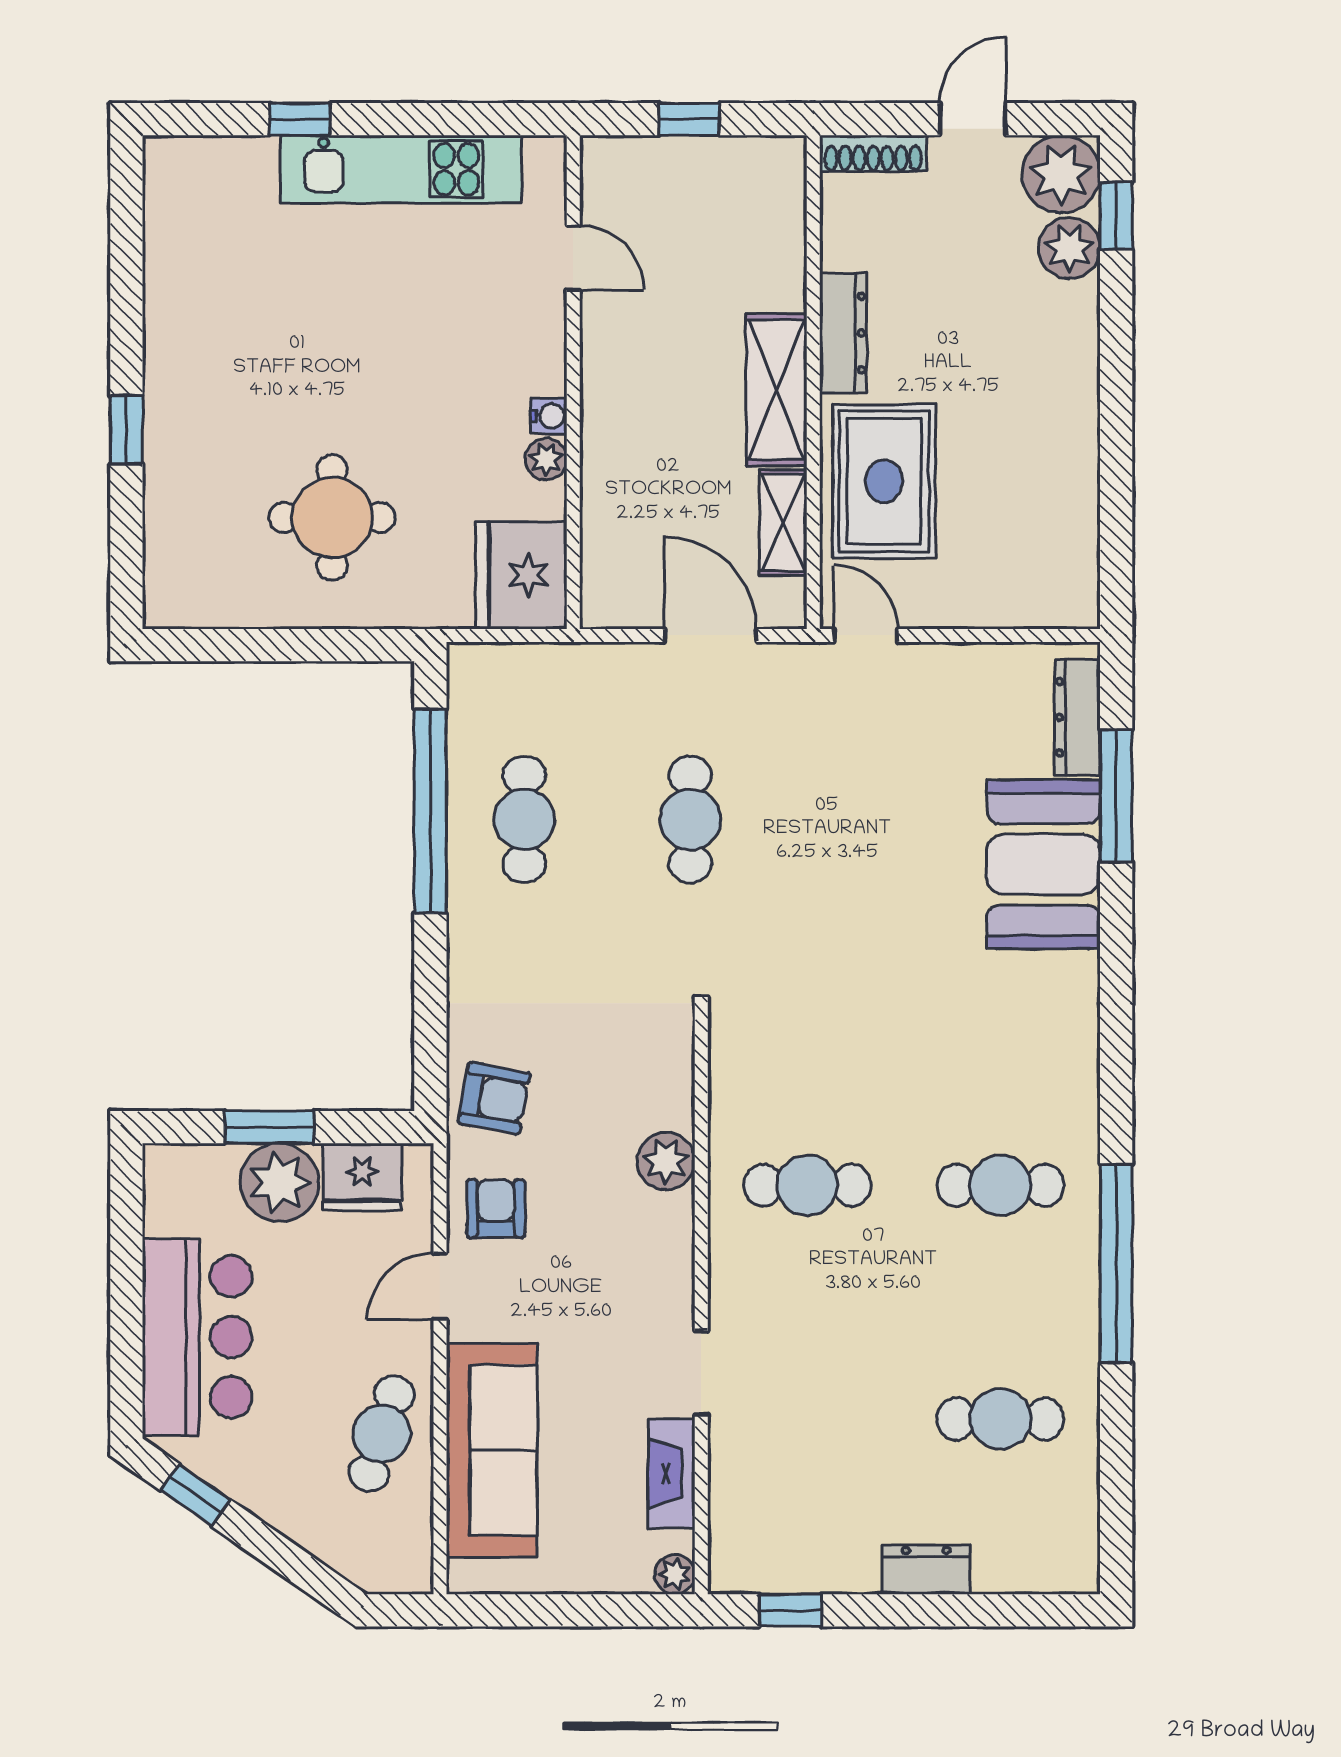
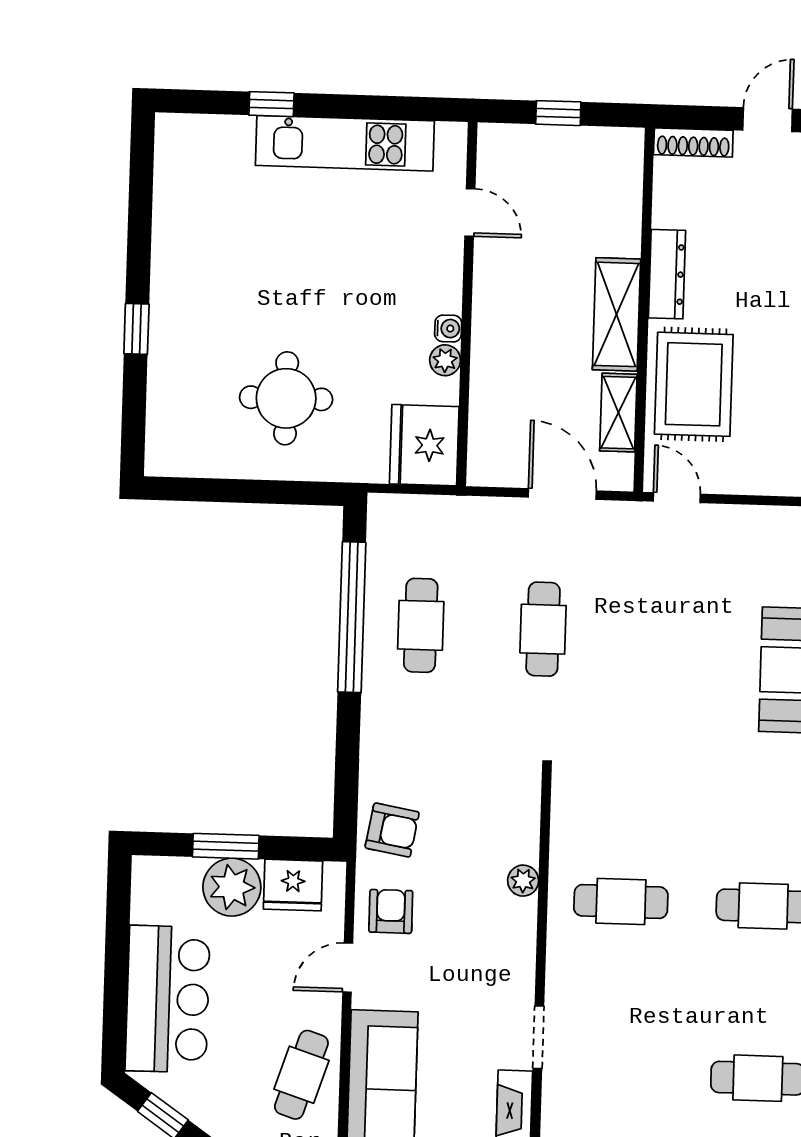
plant: (666, 1161) -> (523, 881), width x0.73, depth x0.73

